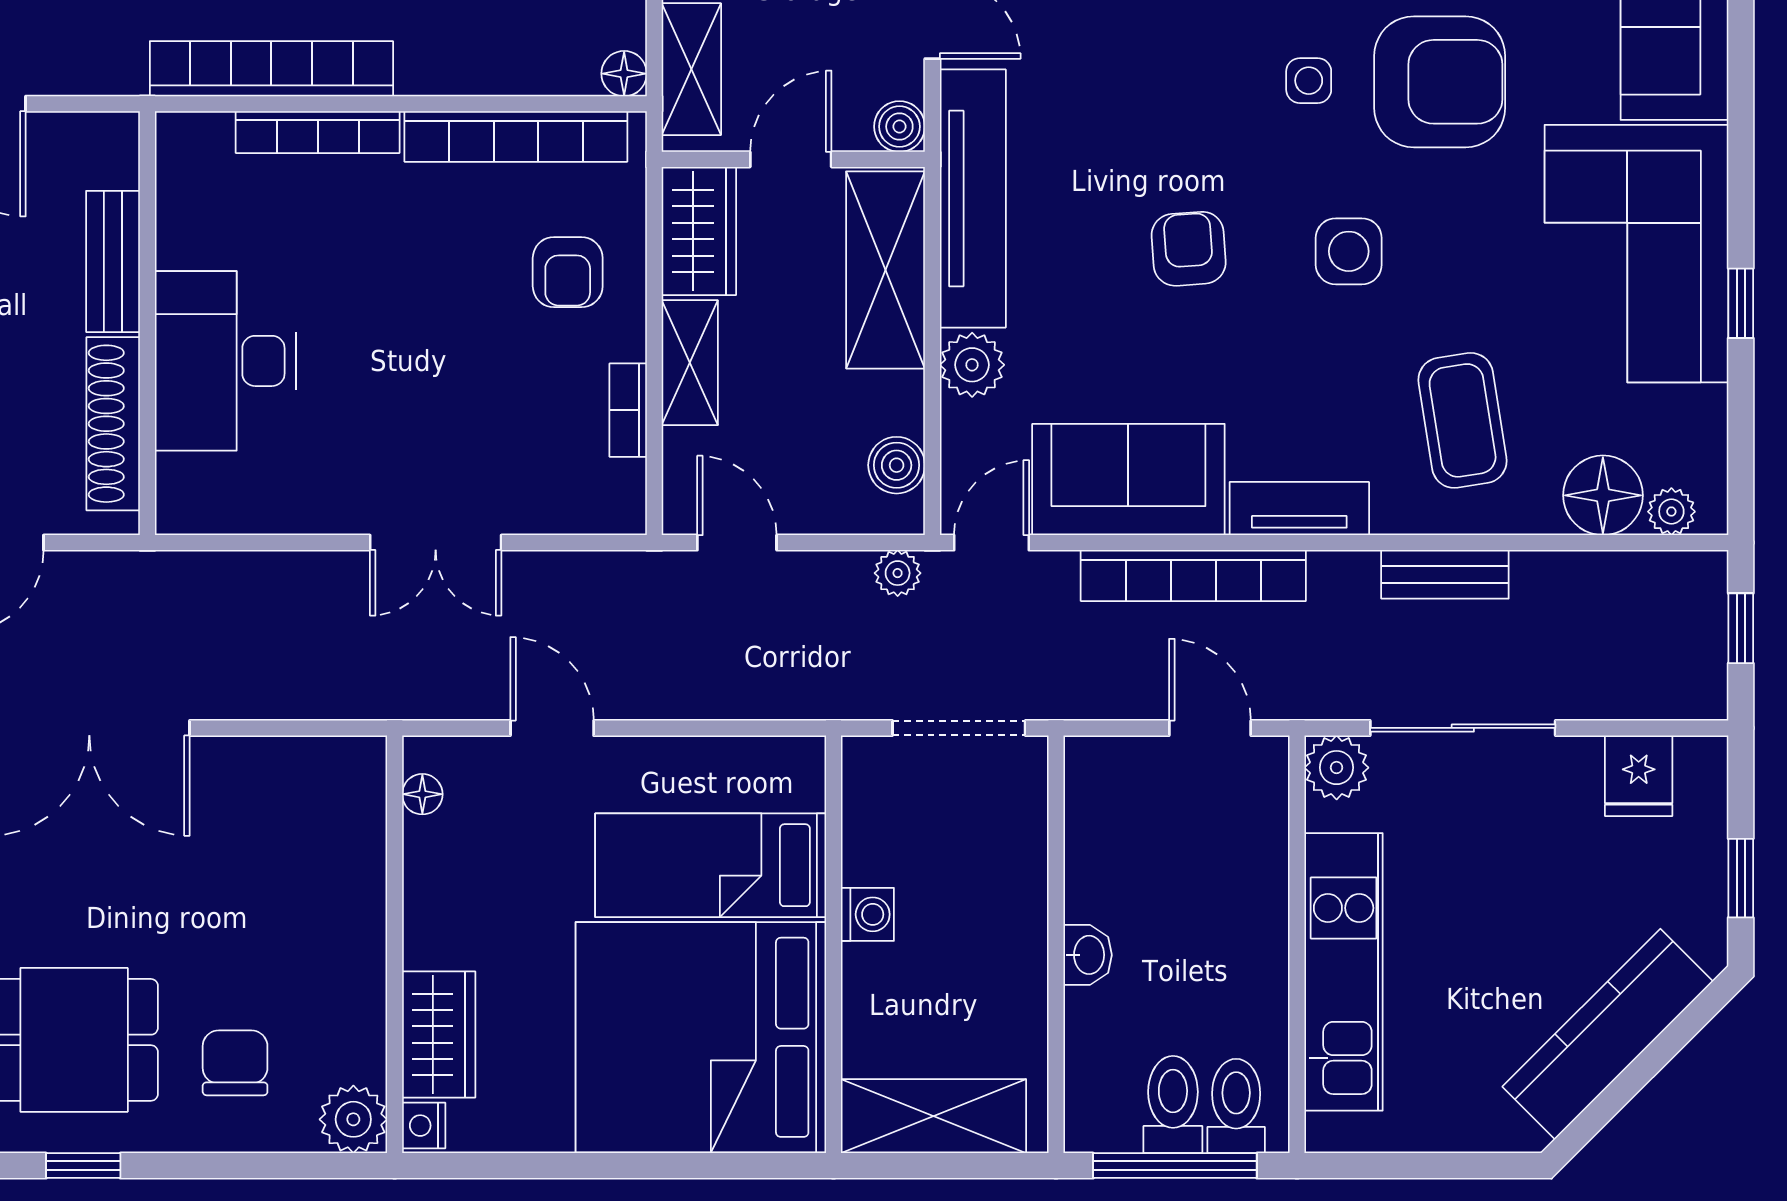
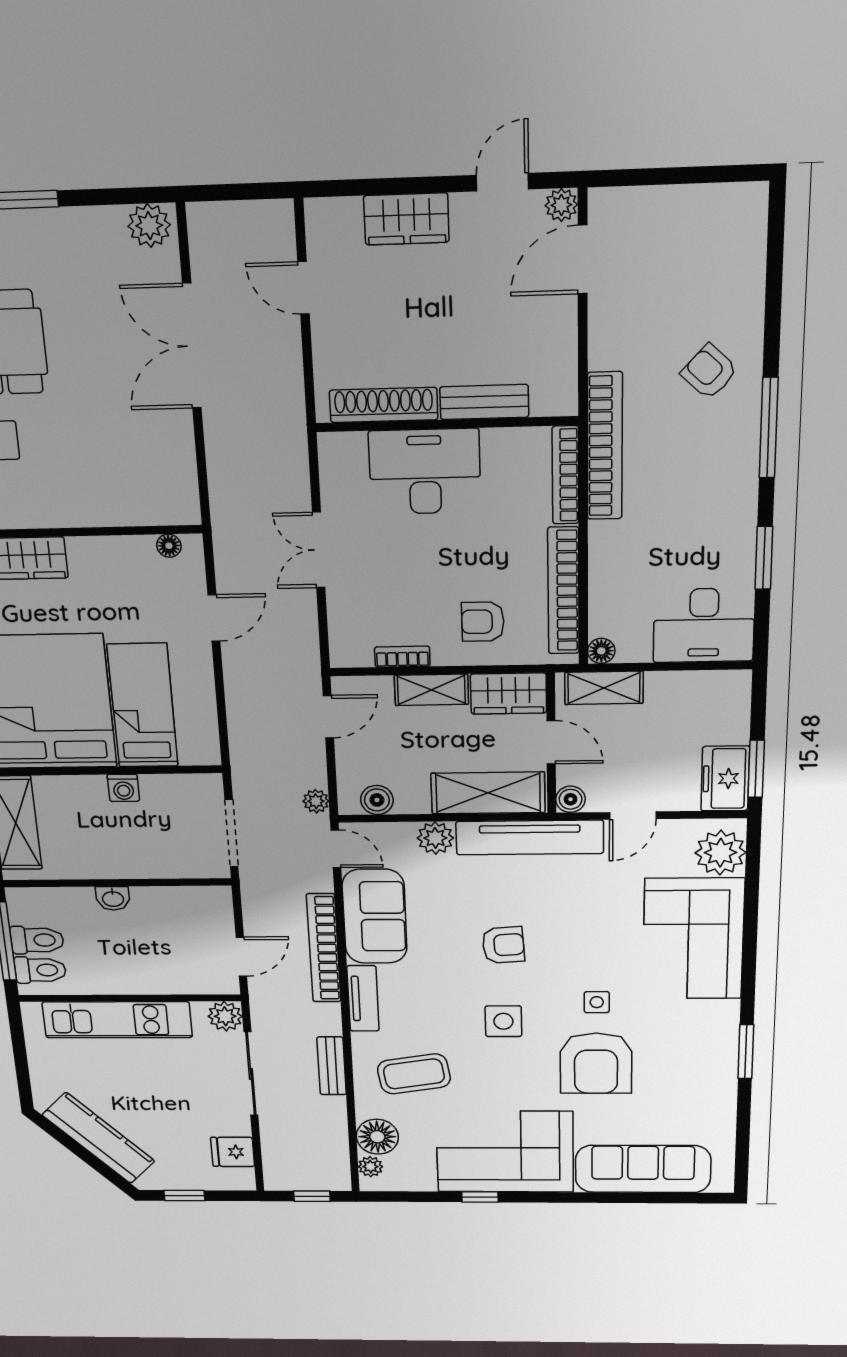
bench: (113, 261) -> (484, 402), moved
wall: (147, 323) -> (447, 424), moved
desk: (225, 361) -> (425, 472), moved
shoe rack: (113, 424) -> (384, 405), moved

